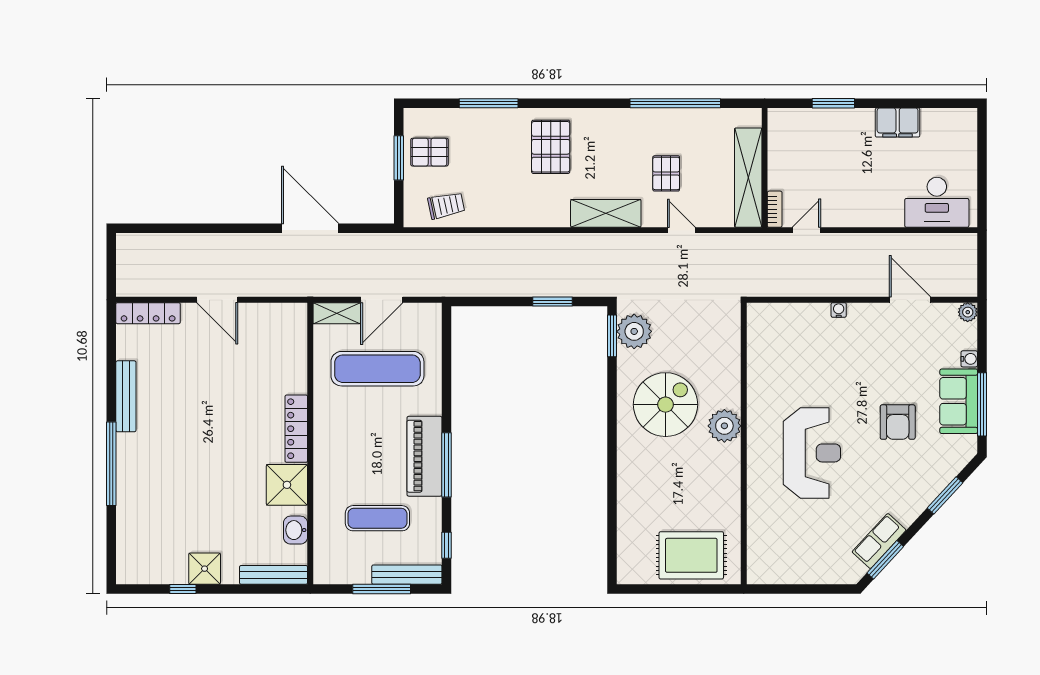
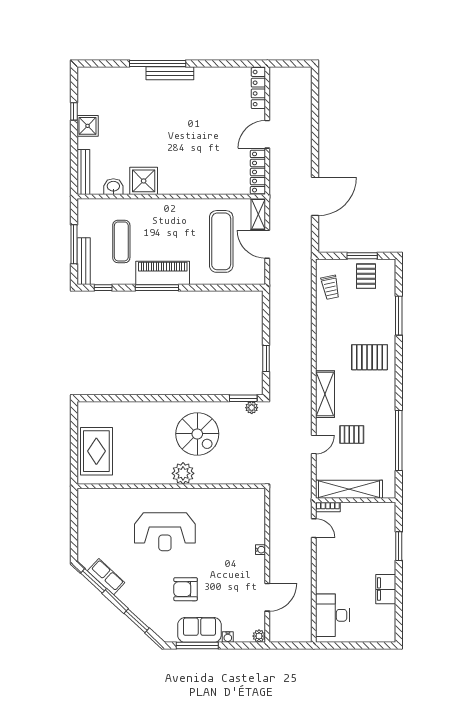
plant: (634, 331) -> (252, 408), width x0.53, depth x0.53
bench: (126, 396) -> (170, 73), moved
locker: (296, 429) -> (258, 172), moved, turned -90

